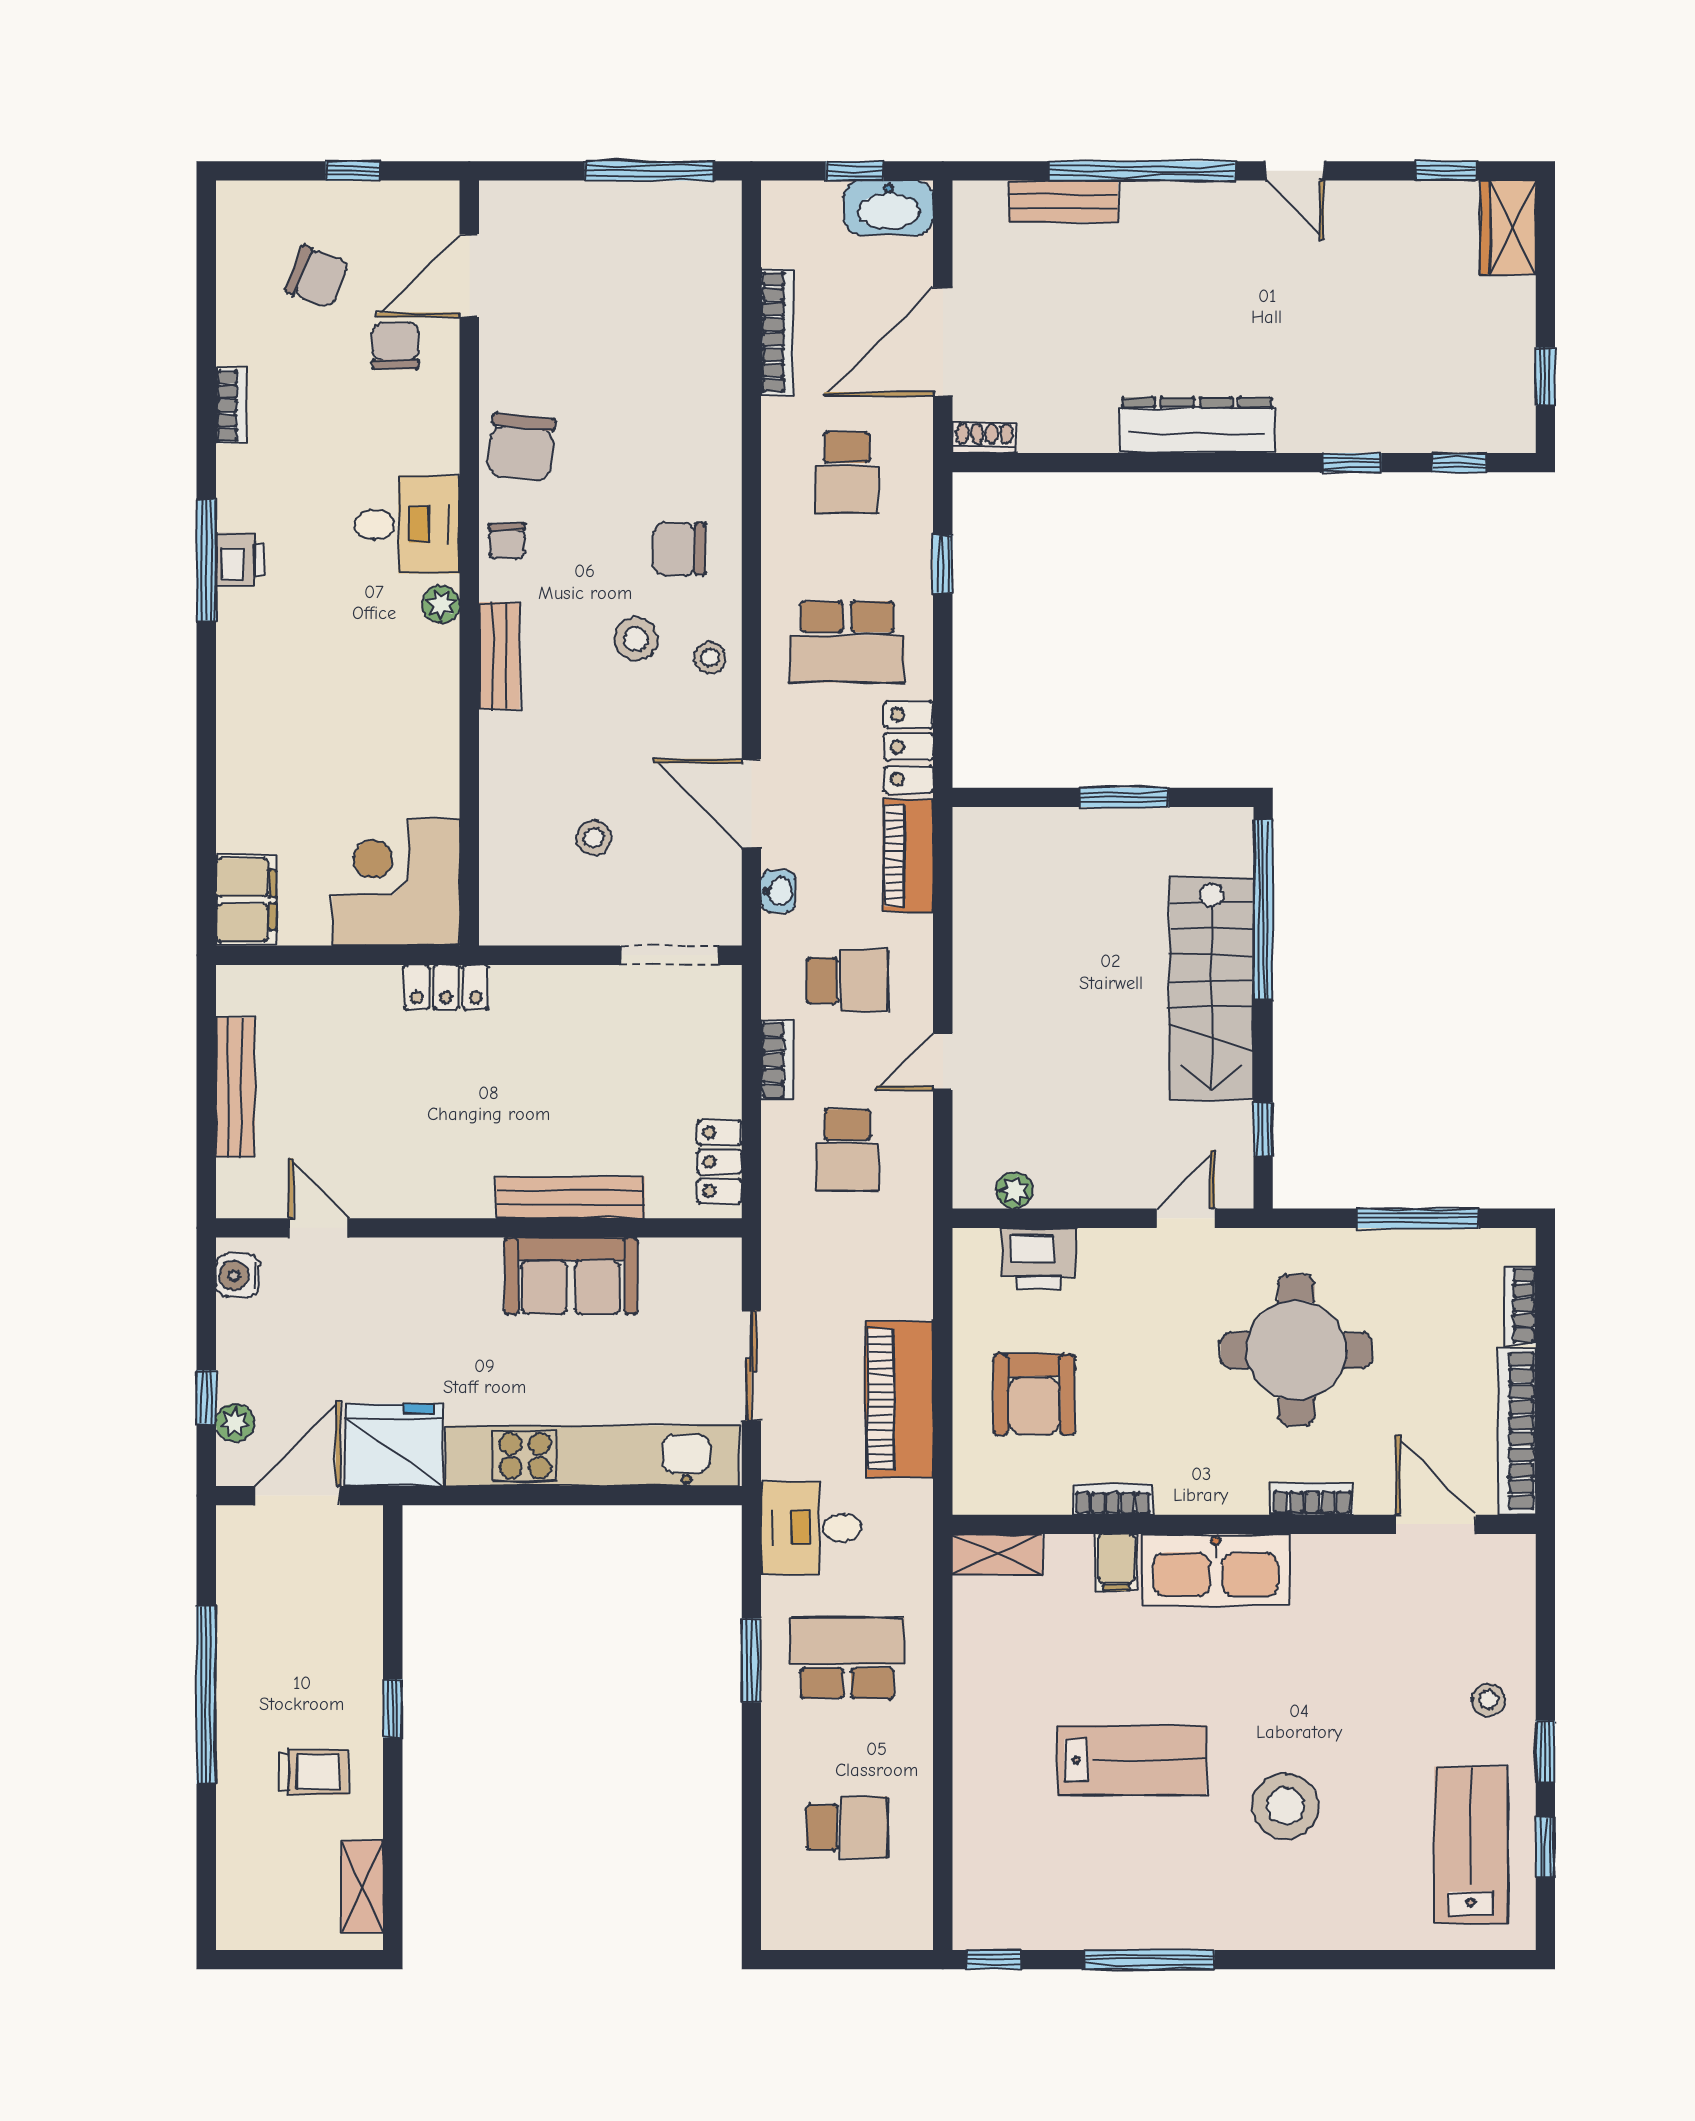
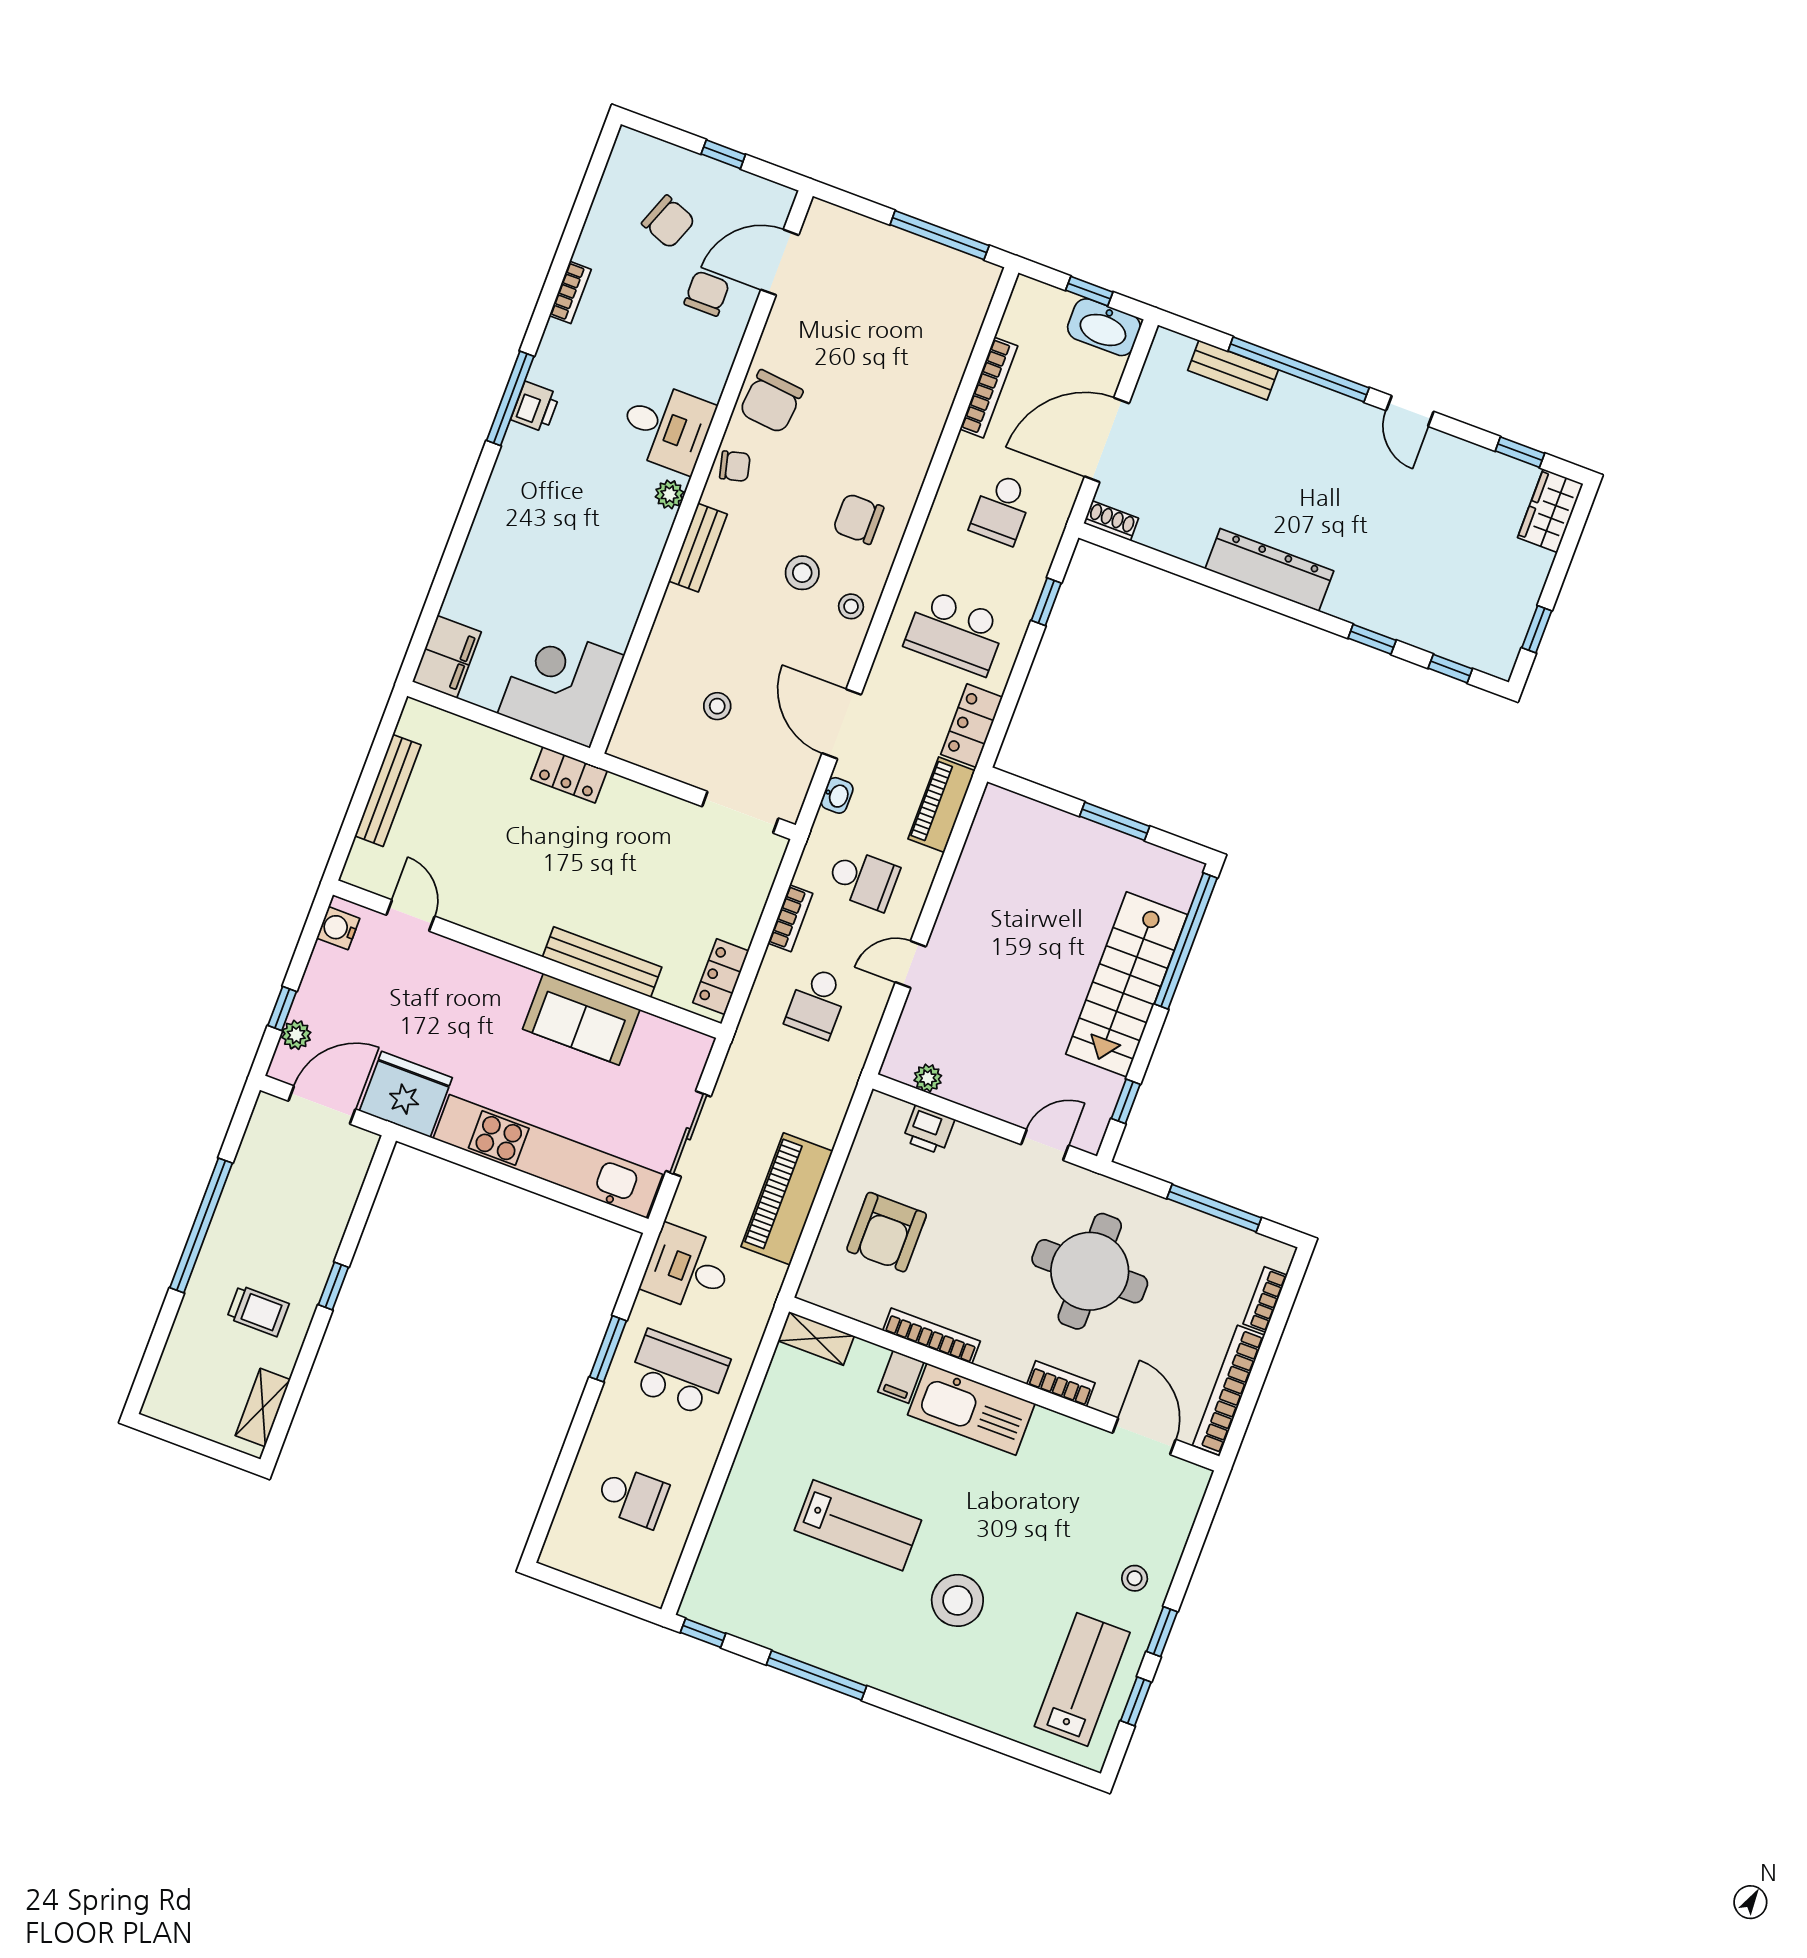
chair: (507, 541) -> (735, 466), turned -104
printer: (1039, 1258) -> (929, 1130), width x0.73, depth x0.81
bookcase: (1113, 1499) -> (932, 1336), width x1.56

